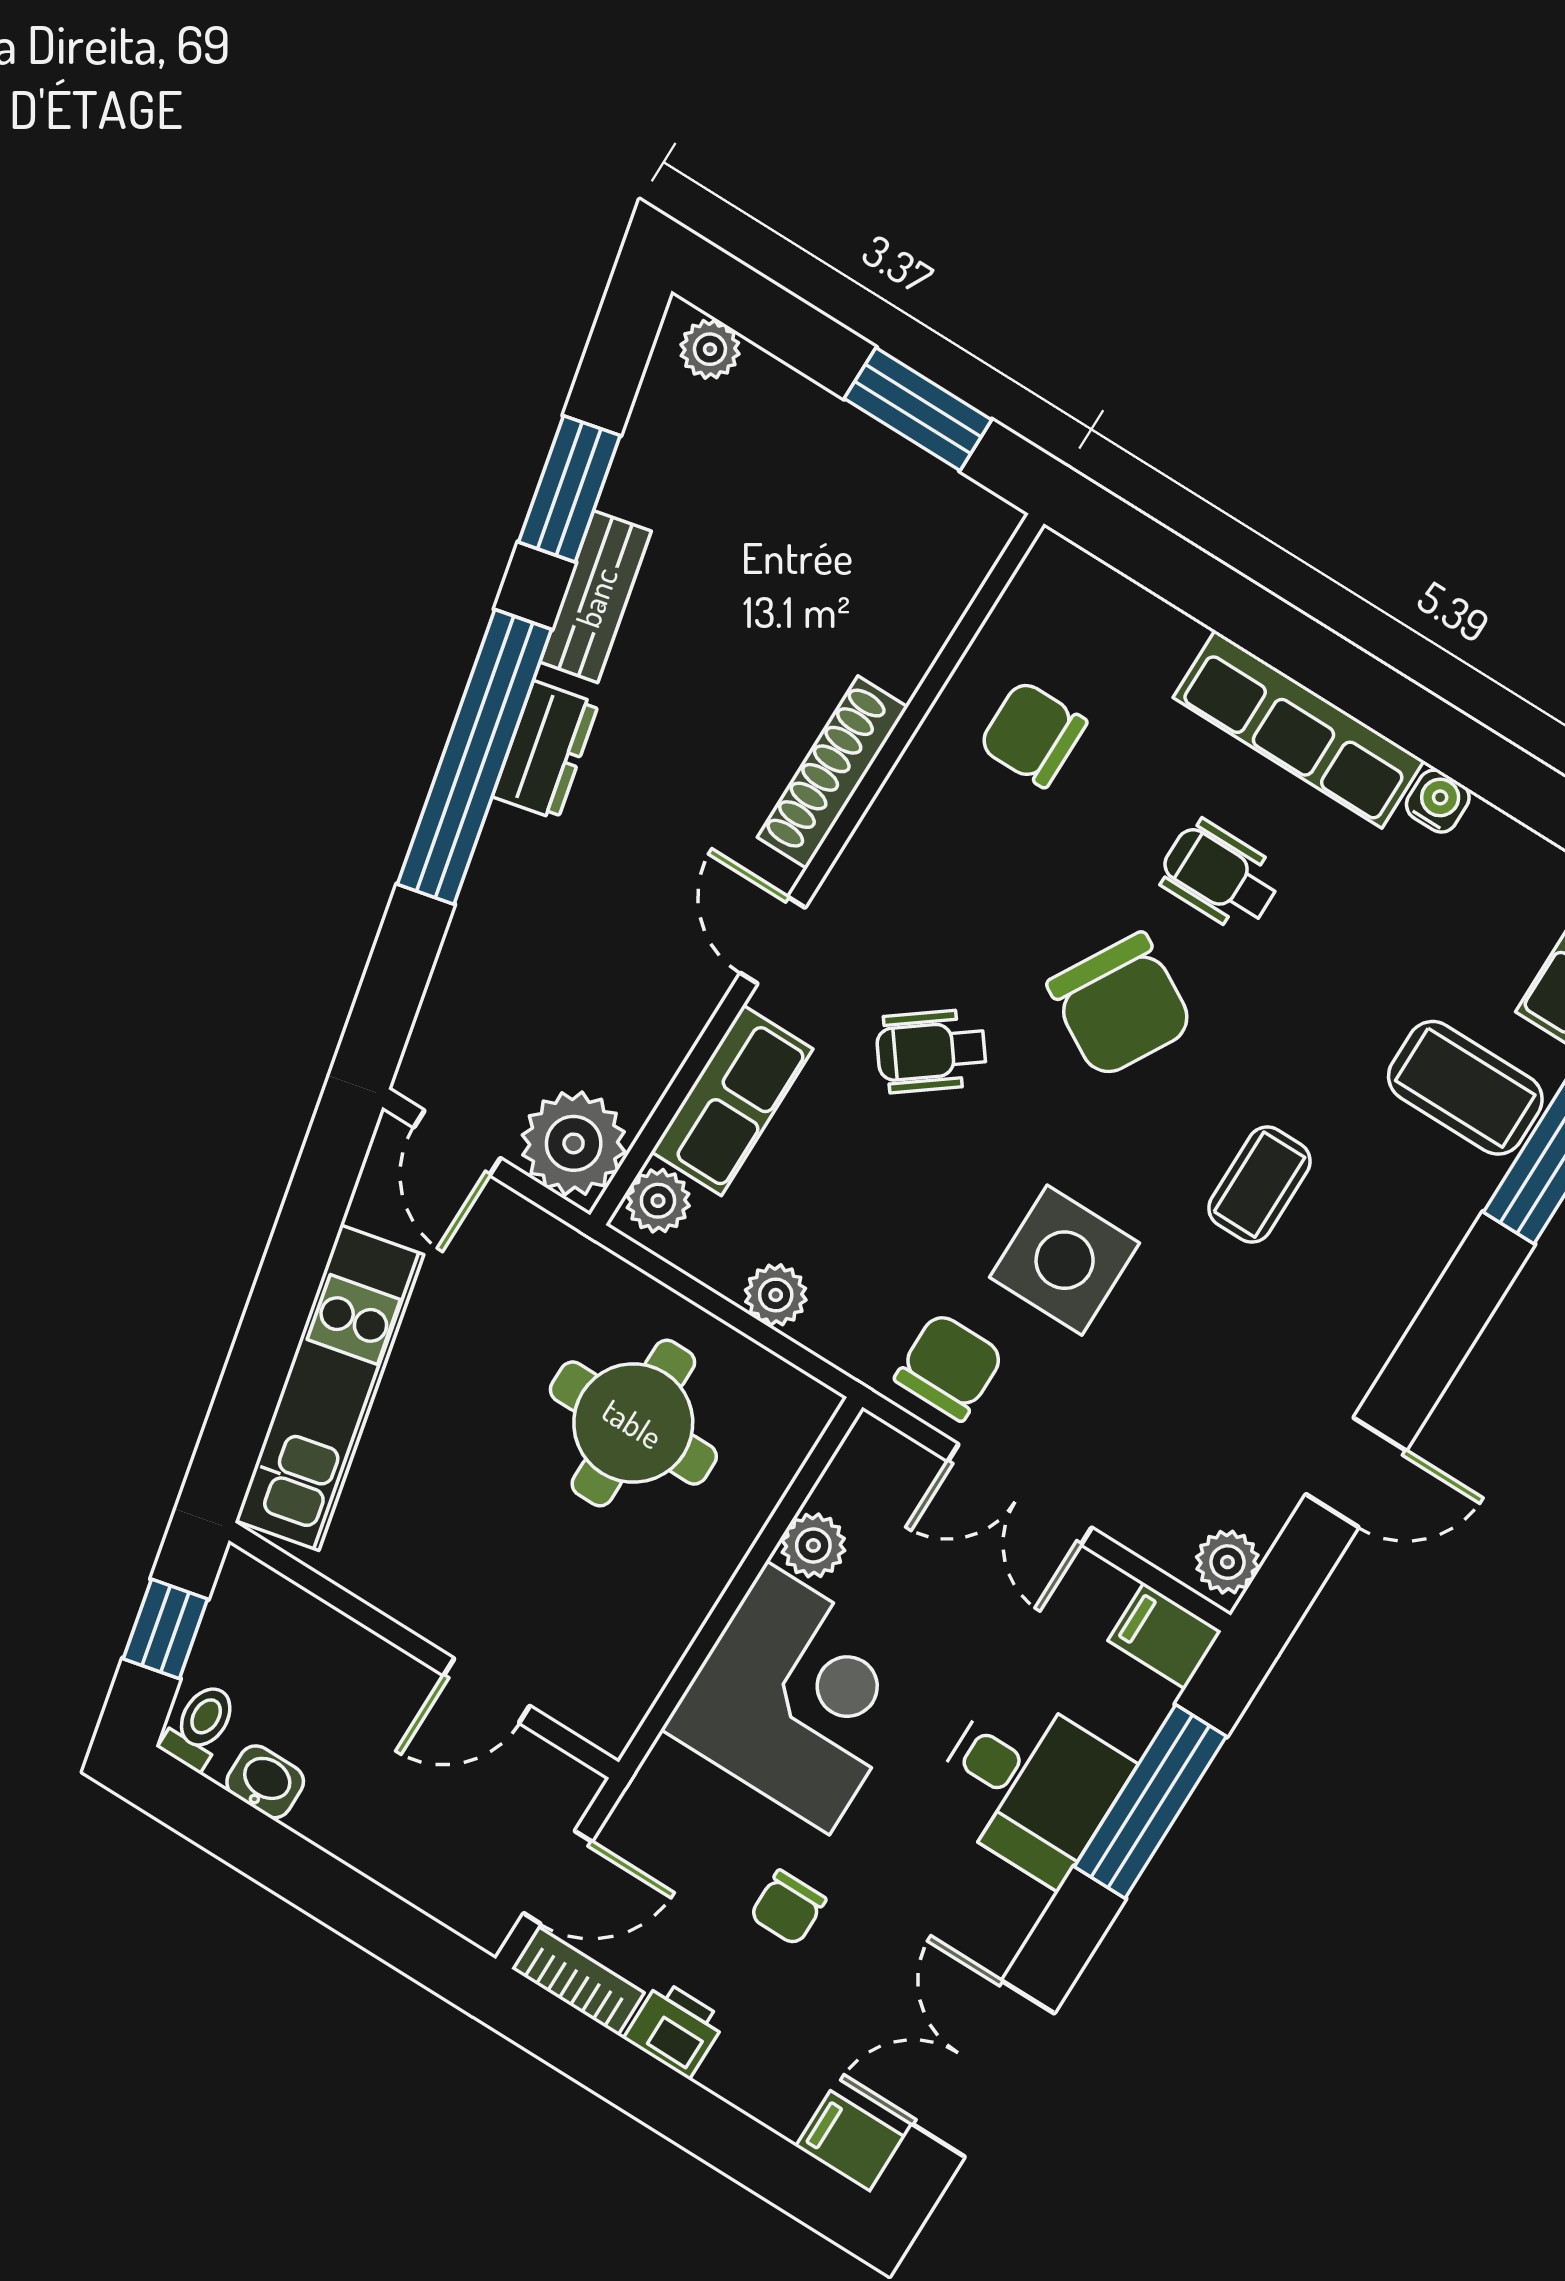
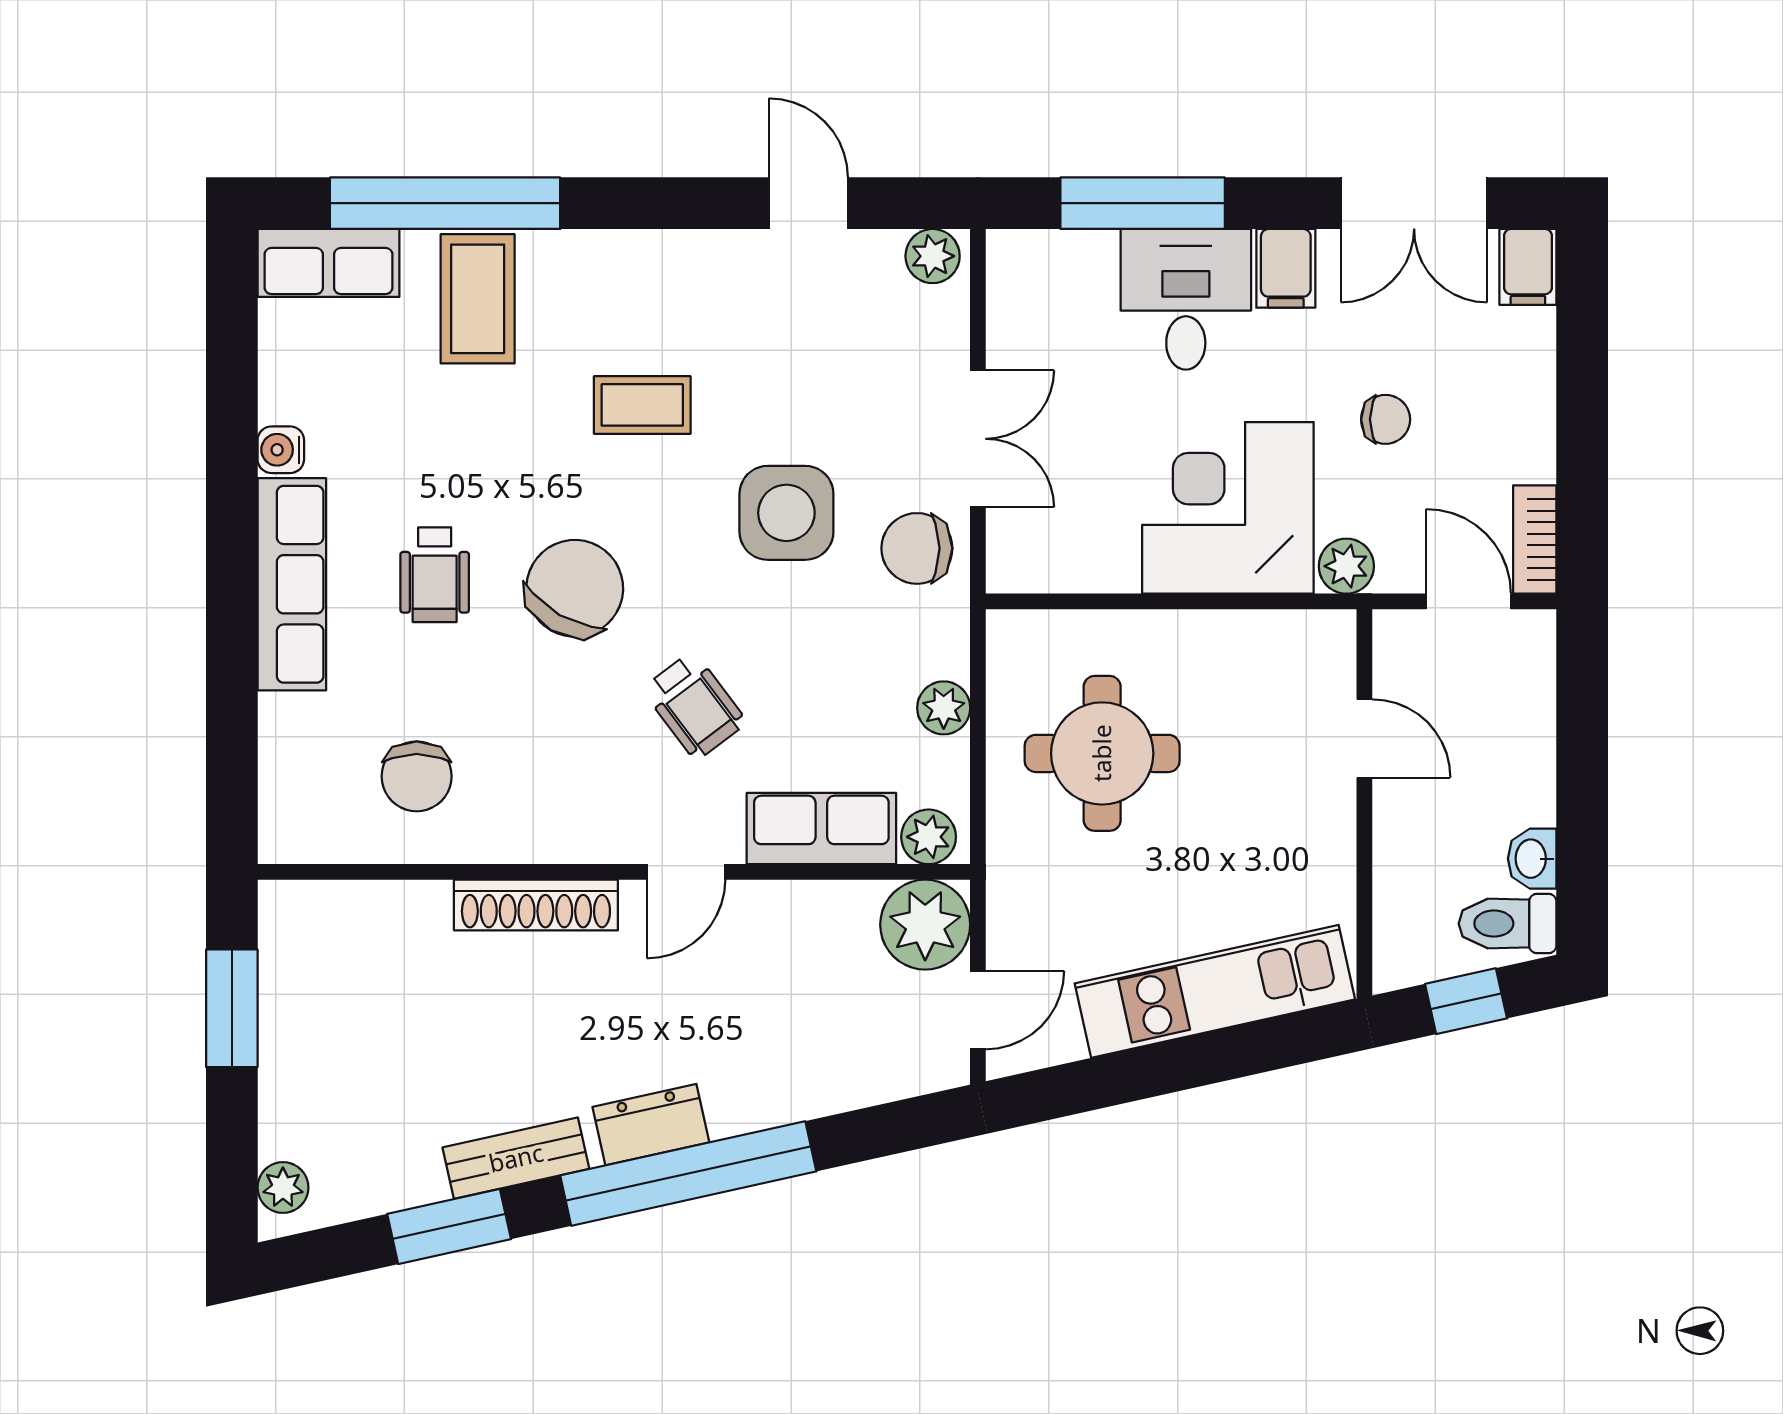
plant: (813, 1545) -> (1346, 566), moved
filing cabinet: (1165, 1636) -> (1286, 268), moved
toilet: (200, 1726) -> (1508, 924), width x1.37, depth x1.39
printer: (675, 2029) -> (1526, 447), removed

